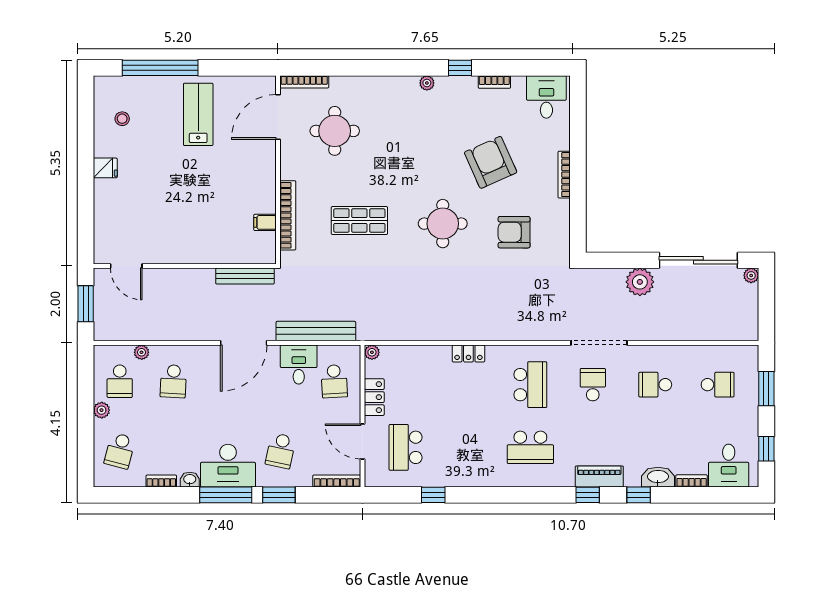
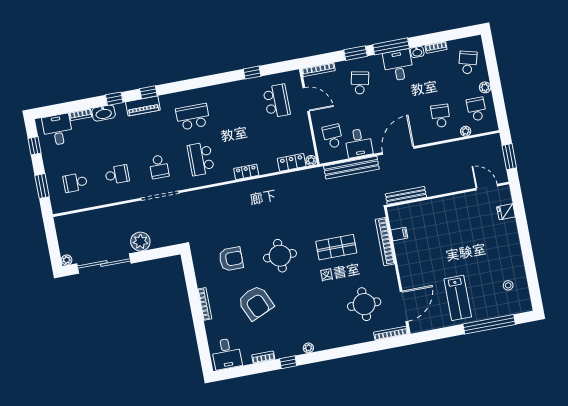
fridge: (105, 168) -> (506, 212), moved
locker: (374, 397) -> (292, 162), moved, turned 90
desk: (228, 466) -> (398, 65), width x0.73

